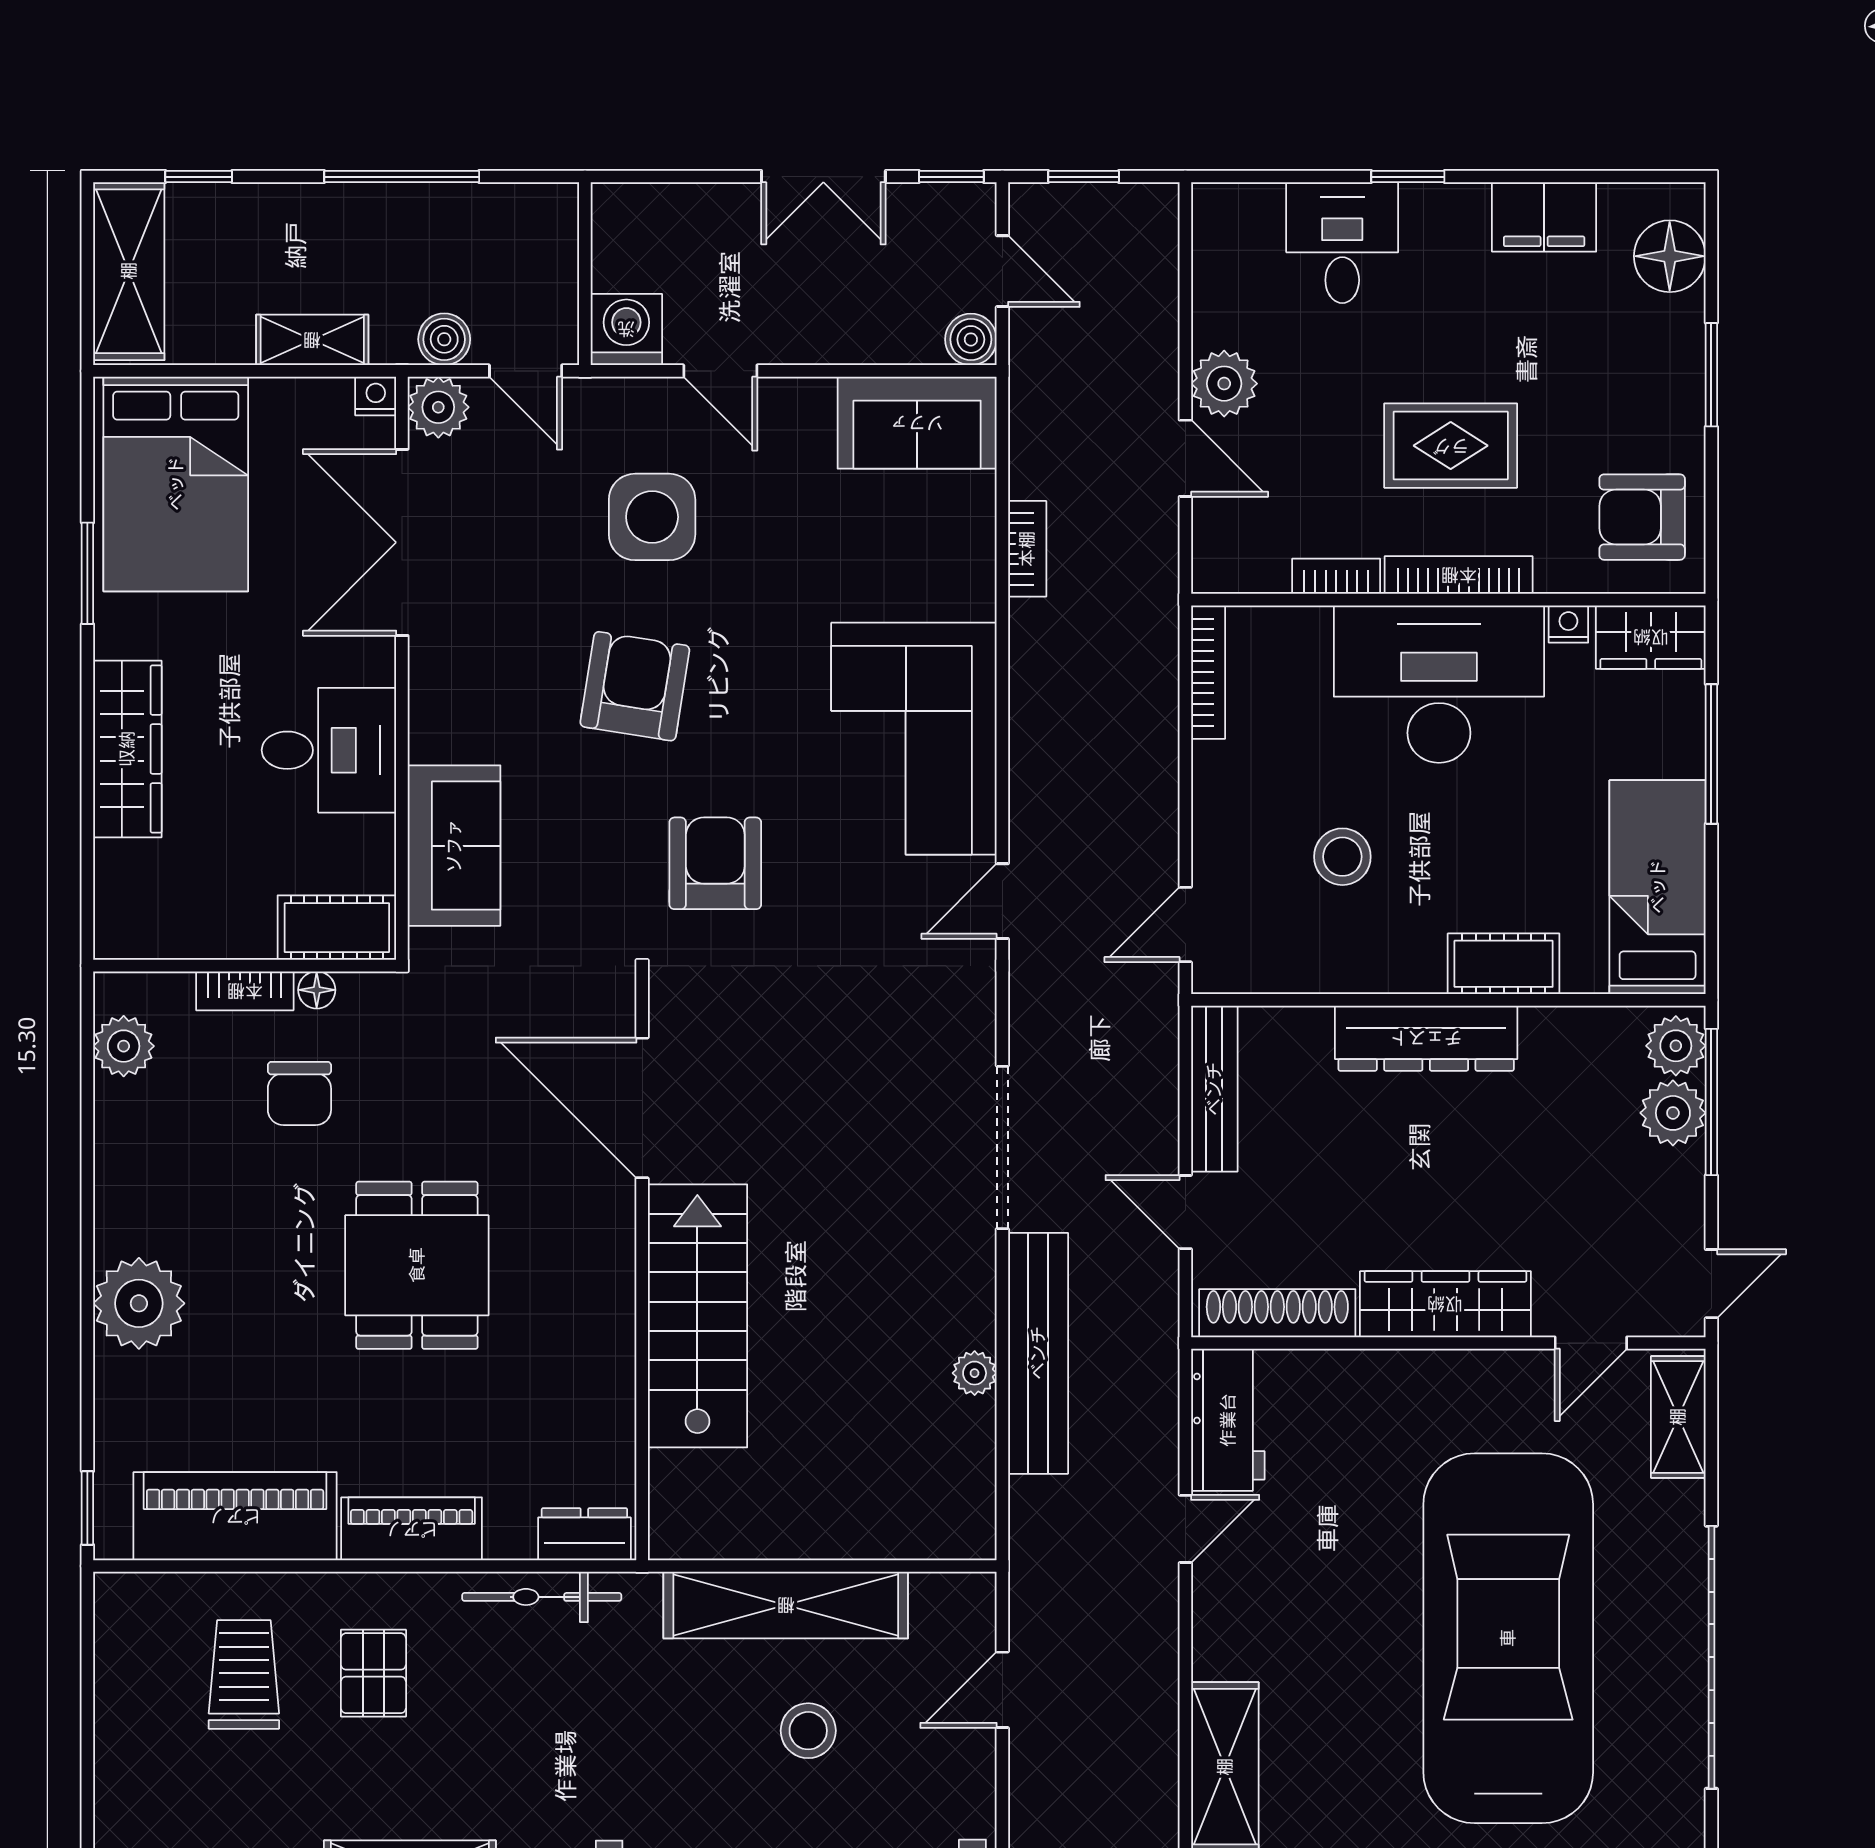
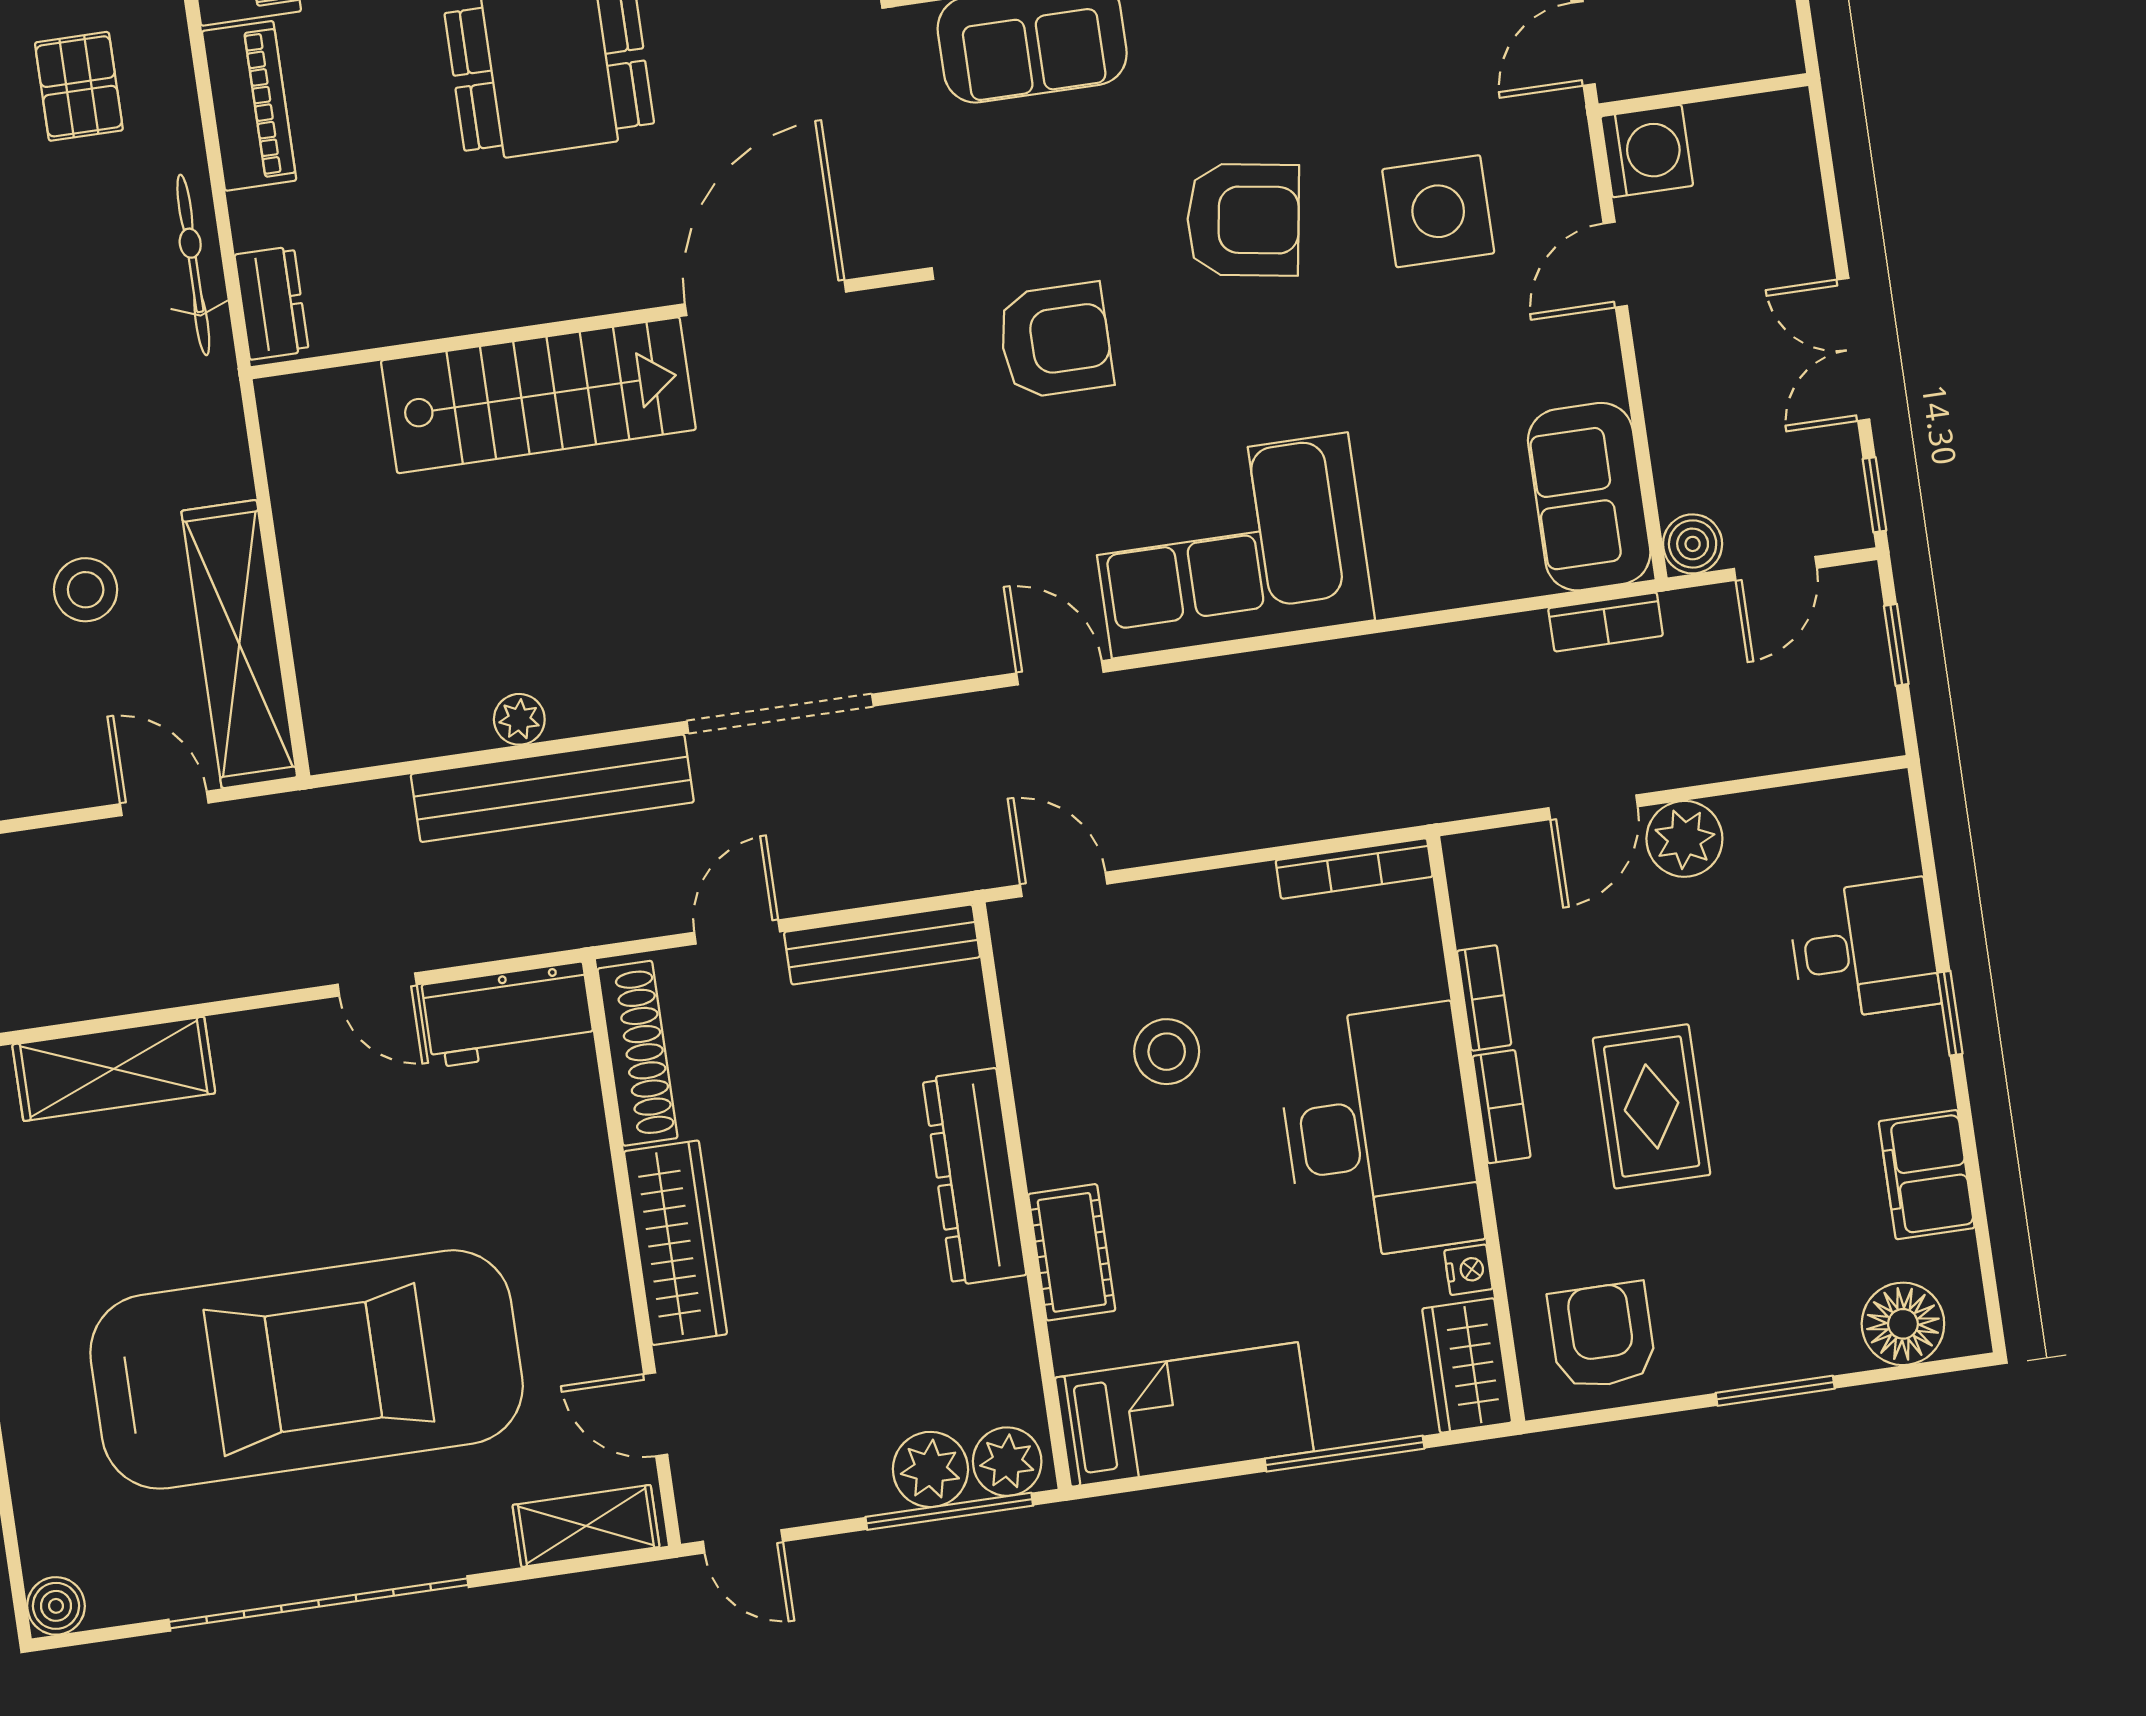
bookcase: (1027, 549) -> (1606, 622), moved
bookcase: (1459, 575) -> (1501, 1107), width x0.64
shelving: (786, 1605) -> (239, 644), moved
pallet: (373, 1673) -> (79, 86), turned 90

